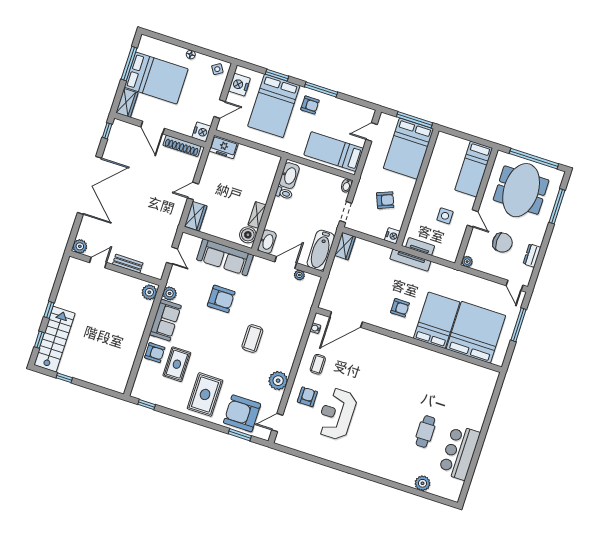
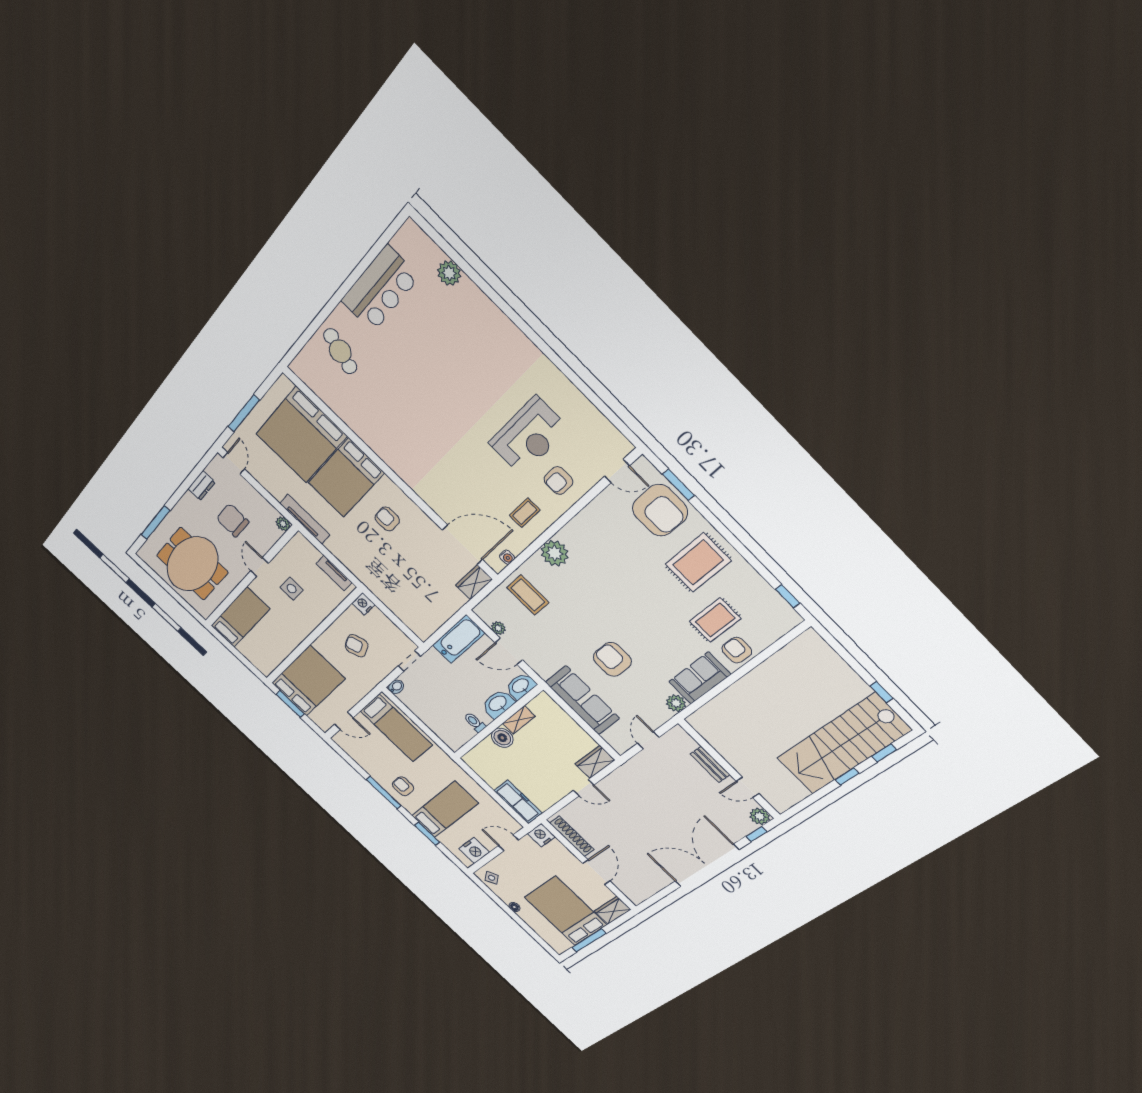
bed: (274, 106) -> (445, 809), width x0.67
window: (415, 120) -> (290, 704), width x0.69
window: (107, 131) -> (756, 834), moved
freezer: (224, 147) -> (518, 802), width x1.40
window: (534, 159) -> (167, 588), removed
washbasin: (289, 176) -> (498, 704), moved
boiler: (248, 235) -> (502, 738), moved
wardrobe: (345, 246) -> (474, 582), moved
tv unit: (410, 260) -> (305, 519), moved
plant: (149, 292) -> (702, 719), removed
coffee table: (252, 338) -> (528, 595), moved, turned 90
stairs: (55, 339) -> (843, 744), width x1.36, depth x1.51
plant: (278, 381) -> (555, 553), moved
cafe table: (425, 432) -> (340, 351), moved, turned -73

